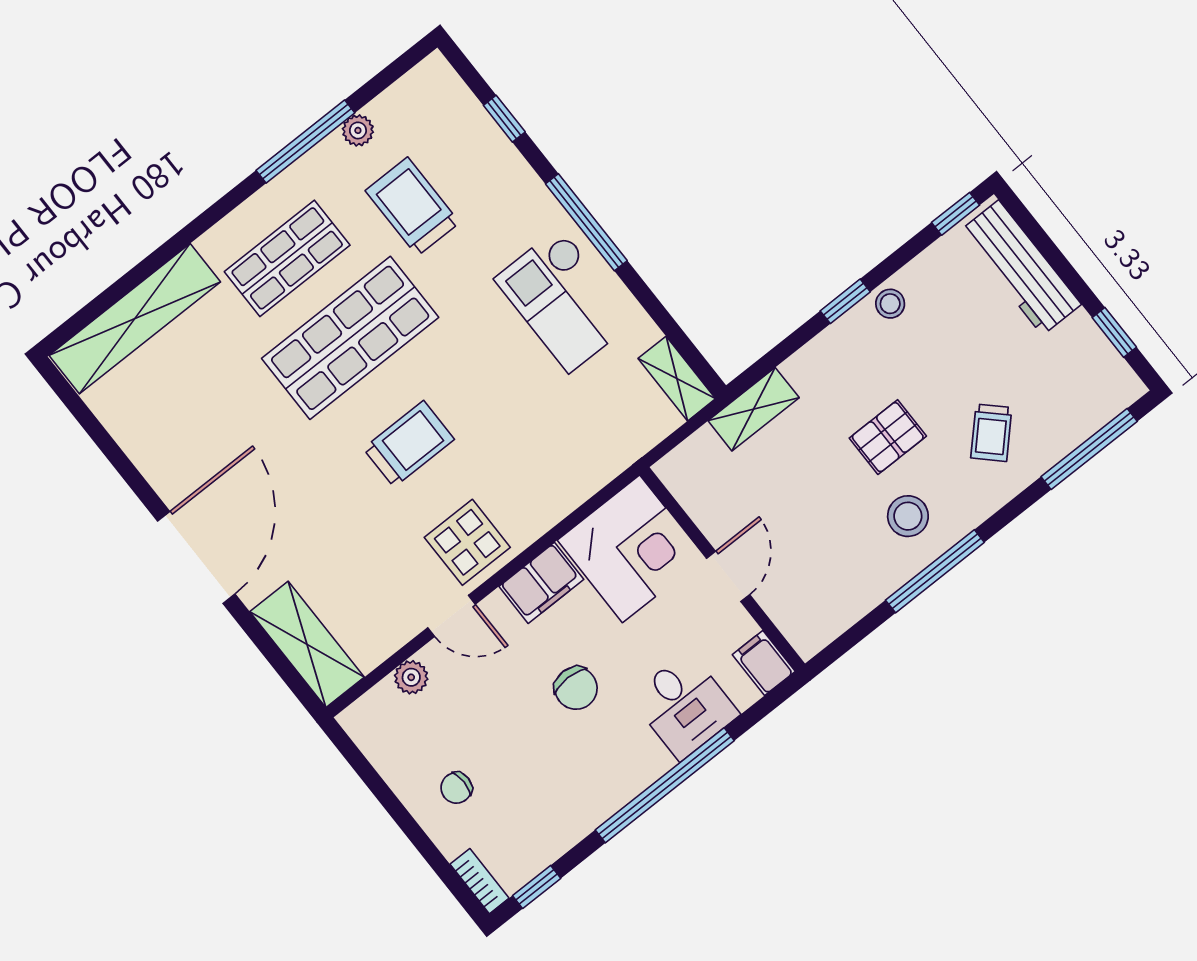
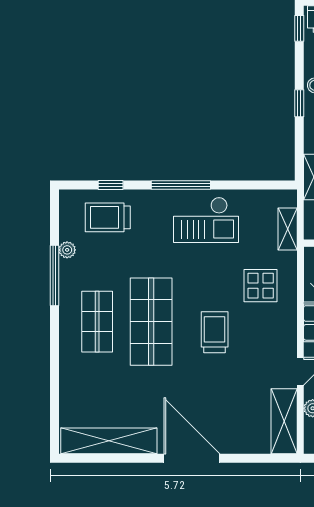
trolley: (412, 207) -> (108, 217), moved
shelving: (135, 319) -> (109, 441), moved, turned 90
shelving: (677, 379) -> (288, 229), moved, turned 90
display table: (467, 542) -> (261, 286), moved
shelving: (307, 644) -> (284, 421), moved, turned 90

